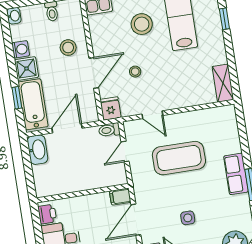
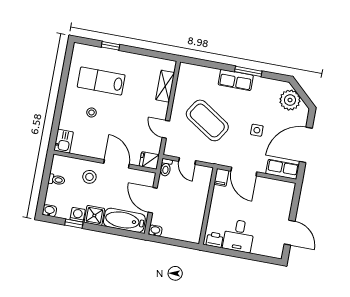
stool: (142, 24) -> (92, 112), width x0.53, depth x0.53
stool: (135, 72) -> (127, 131), removed
shelving: (223, 83) -> (165, 86), moved, turned 90
window: (17, 98) -> (74, 224), moved
door: (152, 115) -> (166, 129), swing flipped
washbasin: (37, 150) -> (155, 231), width x0.52, depth x0.69
coffee table: (179, 158) -> (207, 120), turned -57

